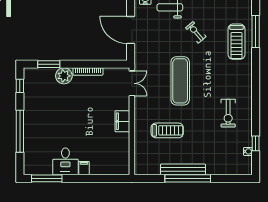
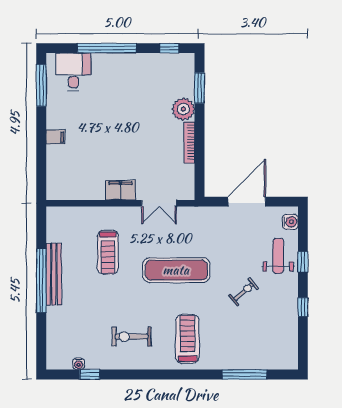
treadmill: (237, 42) -> (187, 339), moved, turned 90
double door: (132, 83) -> (159, 203), moved
desk: (65, 161) -> (73, 72), moved, turned 90

